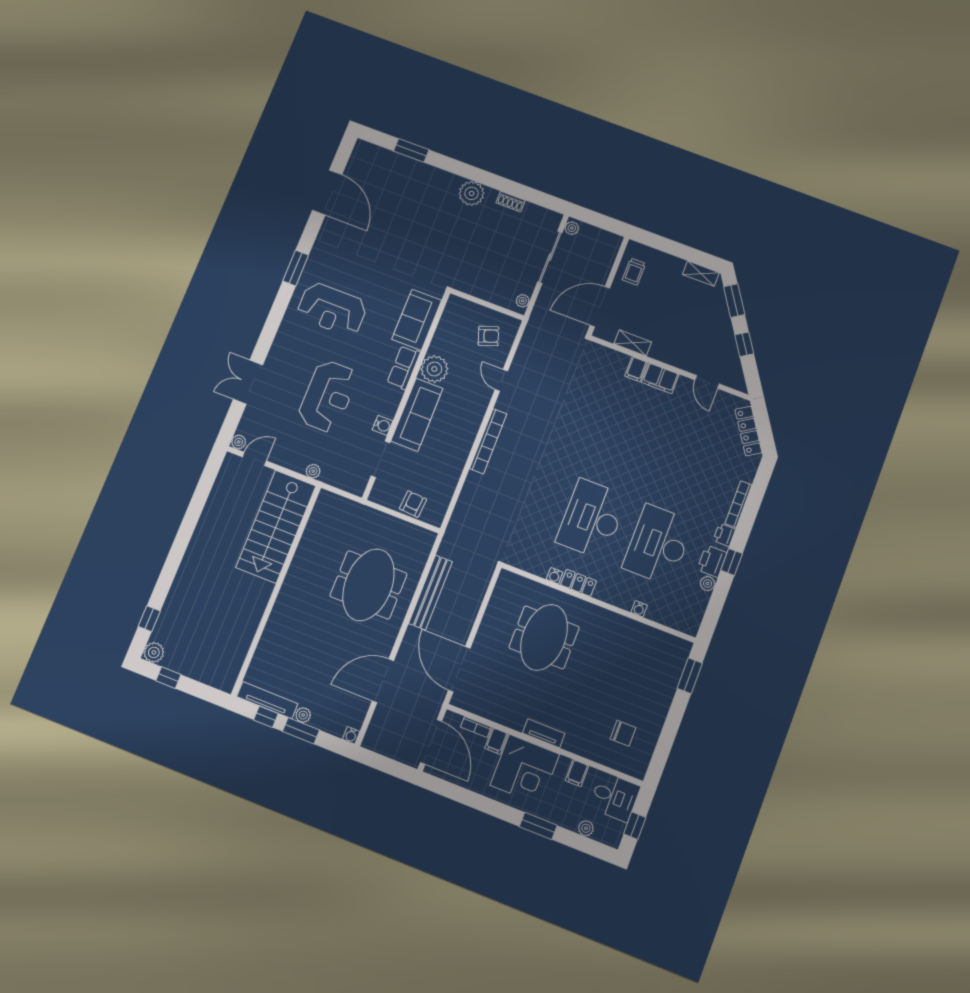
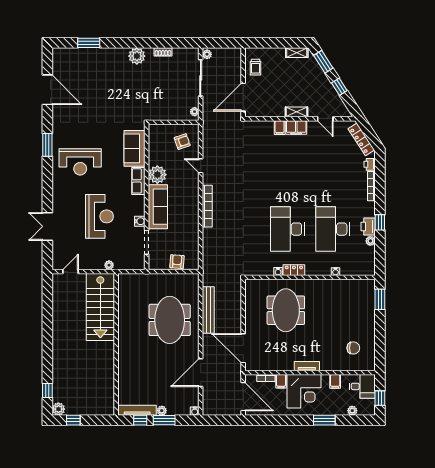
shelving: (633, 343) -> (297, 112), moved
plant: (239, 442) -> (57, 265), removed
printer: (724, 535) -> (370, 164), moved

